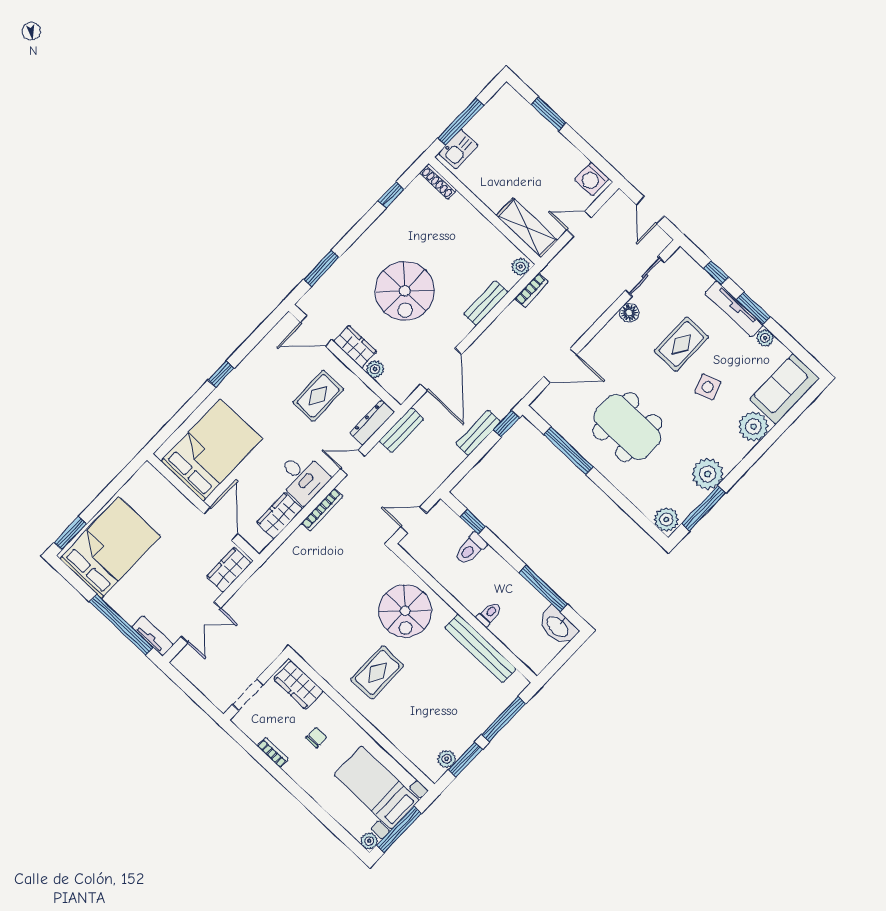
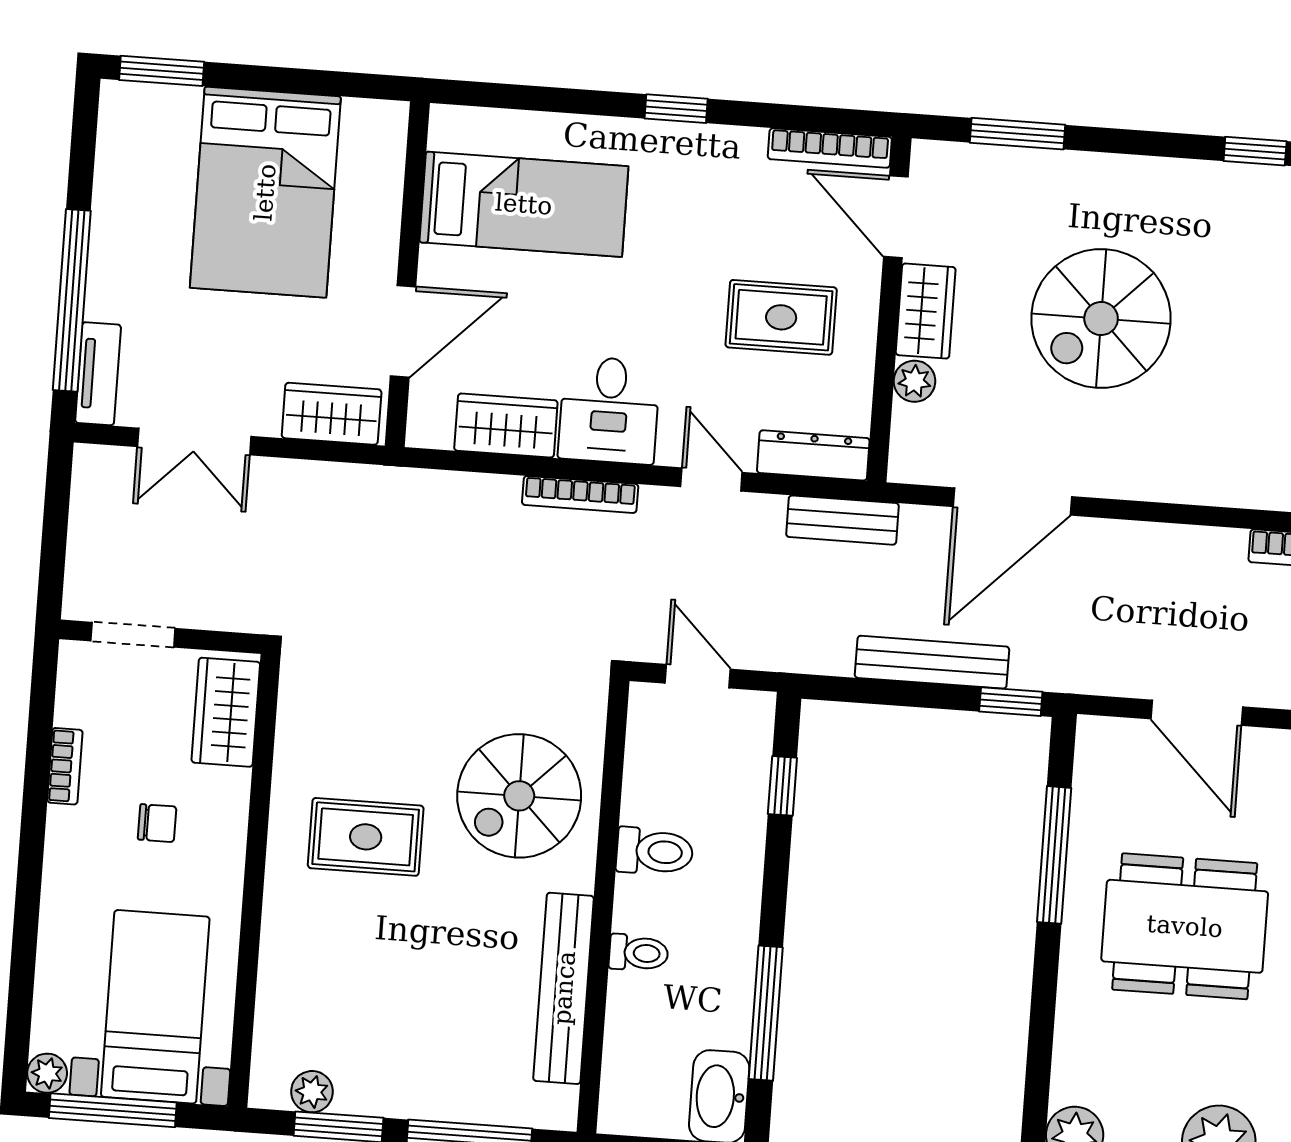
bench: (486, 303) -> (1199, 484), removed
bookcase: (275, 334) -> (830, 148), added
dining table: (627, 427) -> (1185, 926), turned 90
bench: (478, 433) -> (932, 662), width x1.36
bed: (212, 450) -> (524, 204), width x0.67
bed: (110, 547) -> (265, 192), moved, turned 90
toilet: (471, 549) -> (655, 851), moved, turned 180

